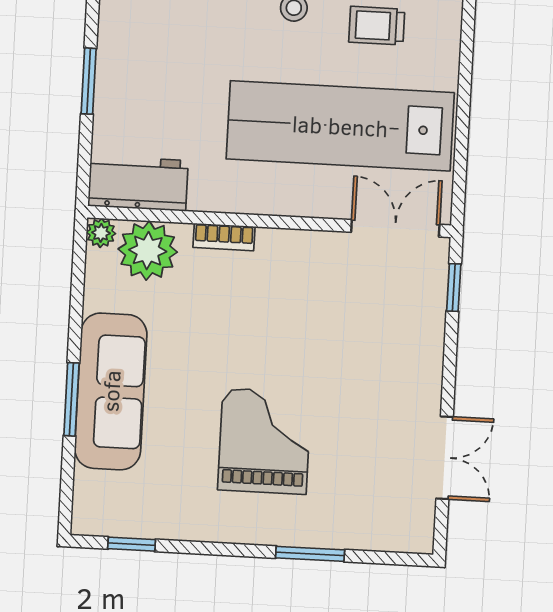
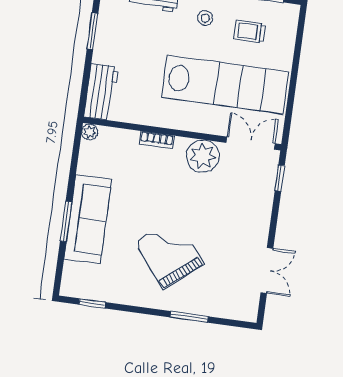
window: (89, 81) -> (92, 31), moved
lab bench: (340, 126) -> (225, 85), turned 180
workbench: (138, 183) -> (101, 92), moved, turned 90
plant: (148, 251) -> (203, 156), moved
grand piano: (264, 441) -> (169, 253), turned -39

